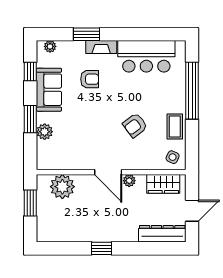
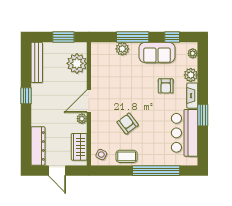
window: (87, 34) -> (203, 115), moved
plant: (76, 49) -> (191, 75), added
window: (30, 119) -> (133, 37), width x1.44
bench: (61, 235) -> (37, 62), added

